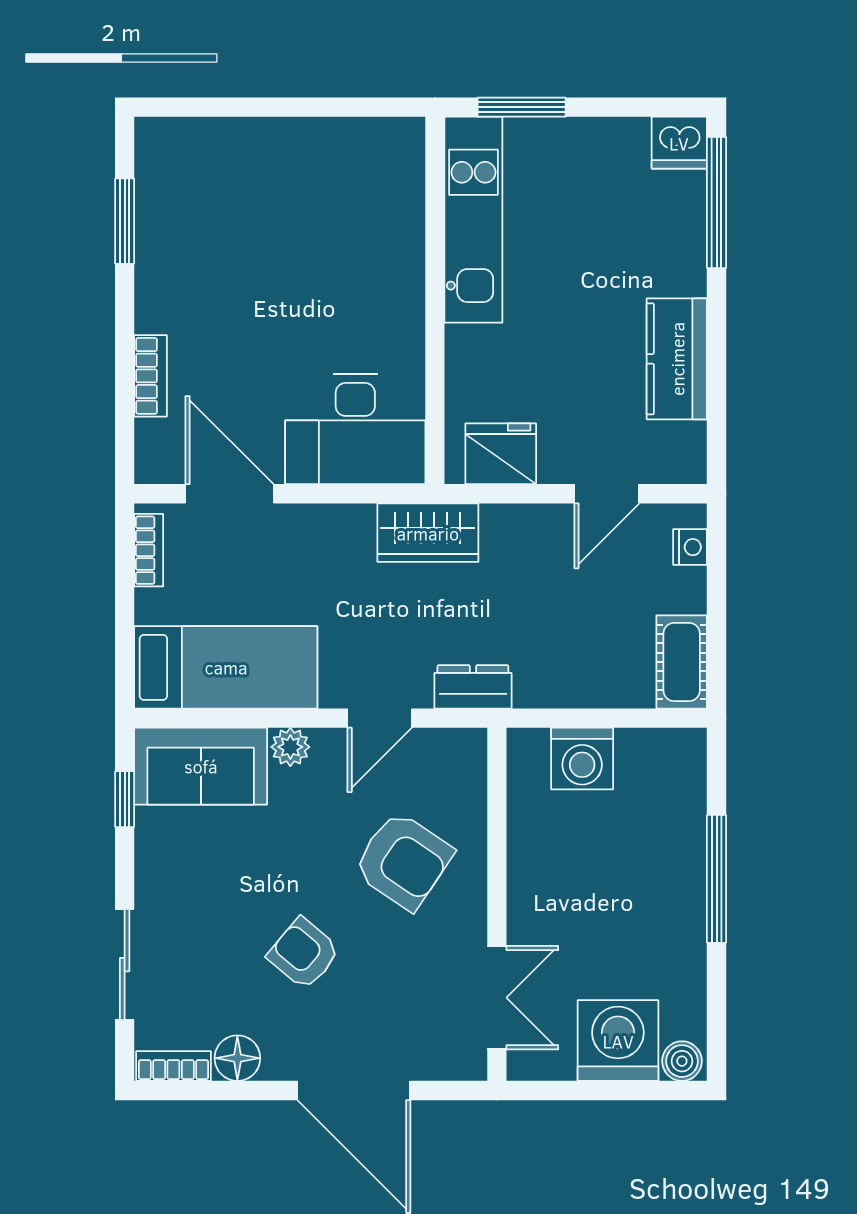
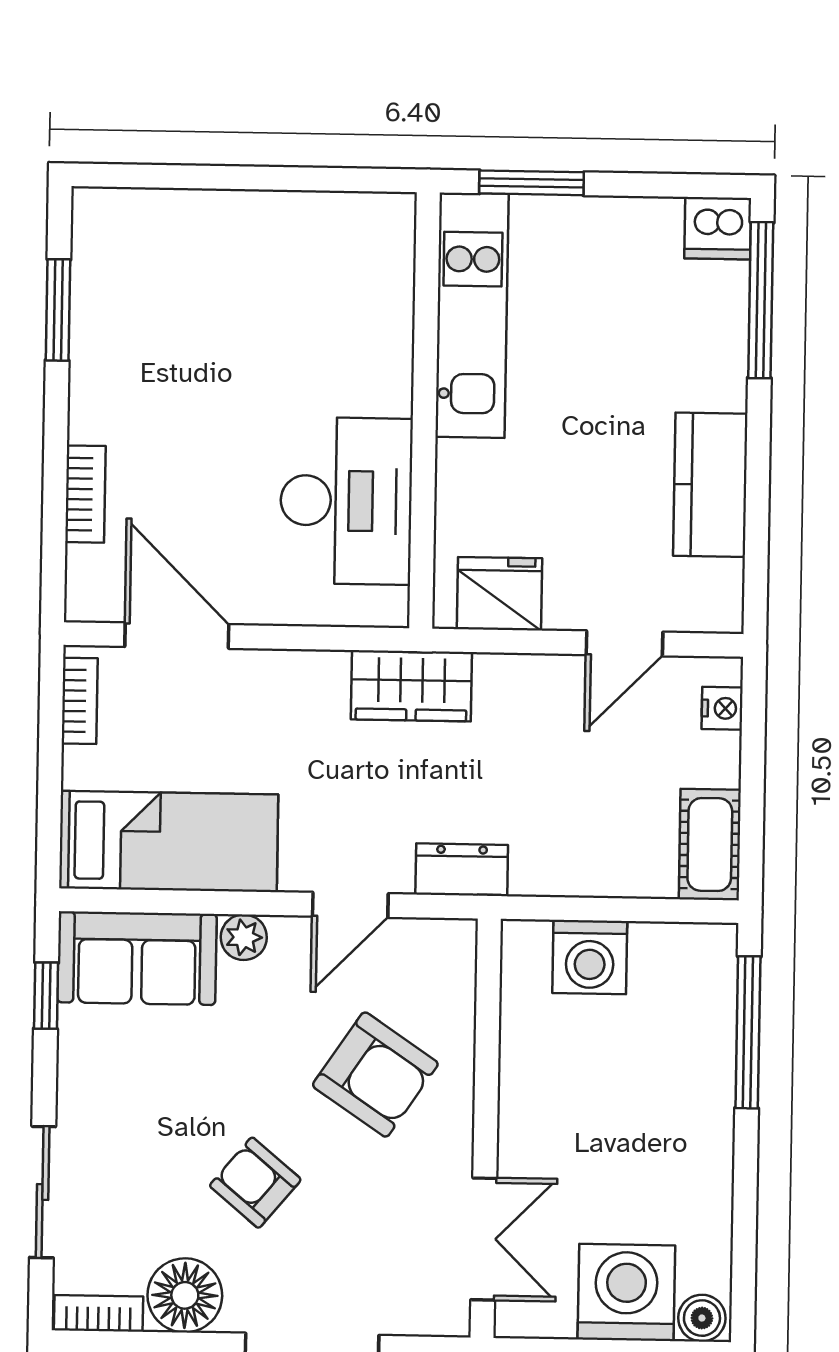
desk: (355, 429) -> (346, 501), moved, turned -90
window: (717, 879) -> (748, 1032), moved
floor lamp: (237, 1058) -> (185, 1295), width x1.38, depth x1.38

